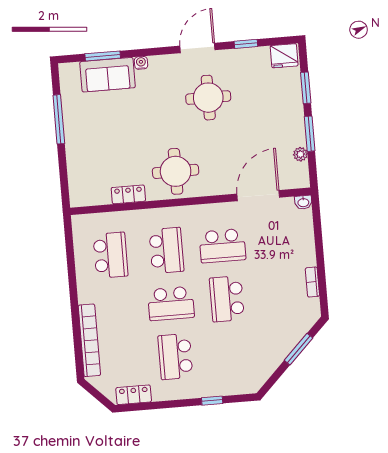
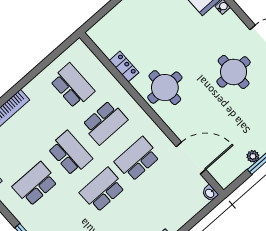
plant: (300, 154) -> (253, 156), moved
school desk: (222, 246) -> (137, 159), turned 90
school desk: (110, 255) -> (72, 86), turned -90
school desk: (171, 303) -> (70, 153), turned 180

